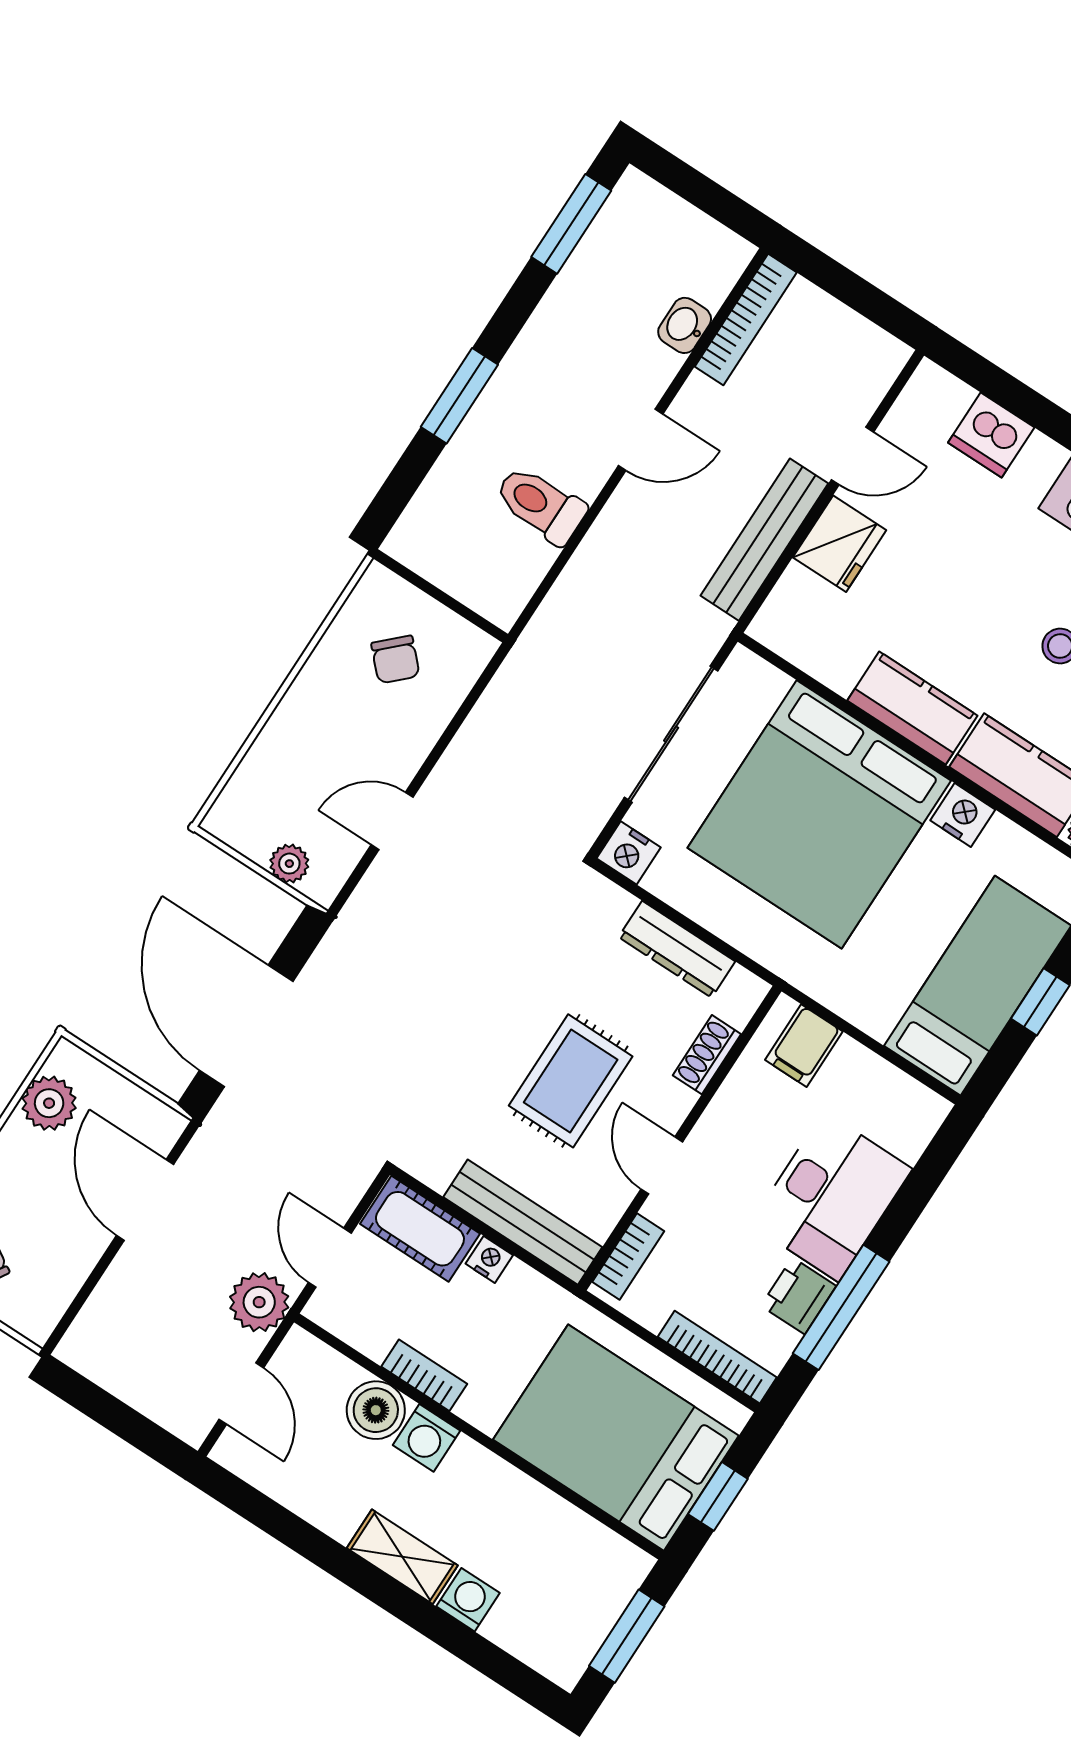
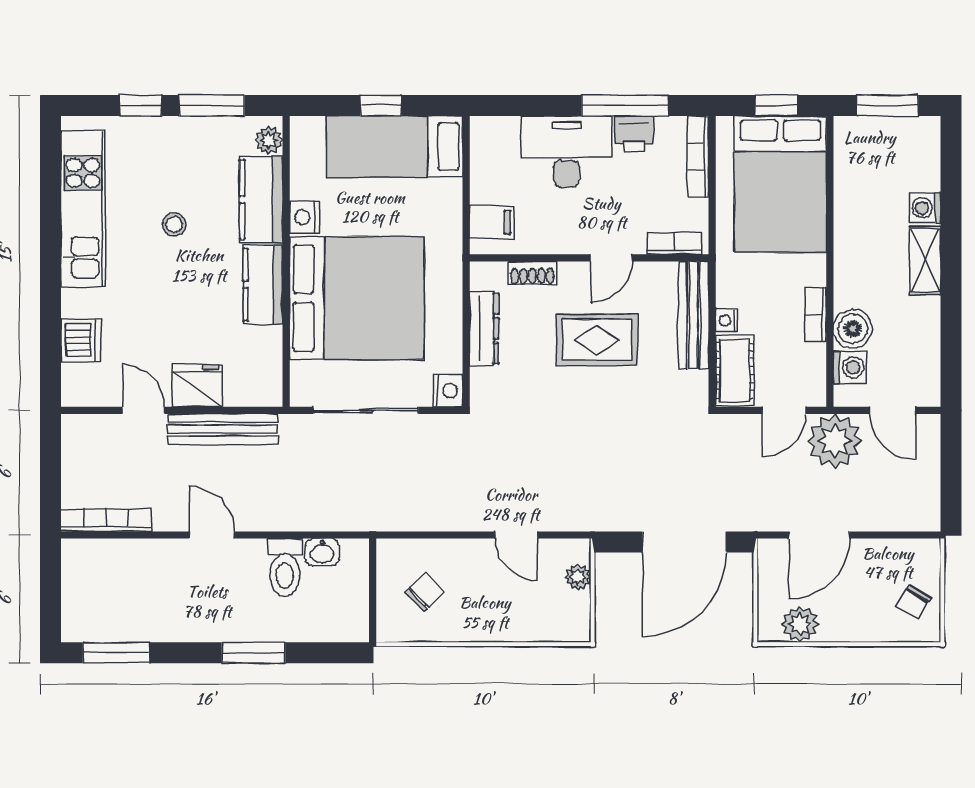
washbasin: (685, 325) -> (322, 552), moved
plant: (259, 1302) -> (835, 441), width x1.36, depth x1.36
door: (241, 1394) -> (893, 410), swing flipped
washing machine: (427, 1438) -> (850, 367), moved

